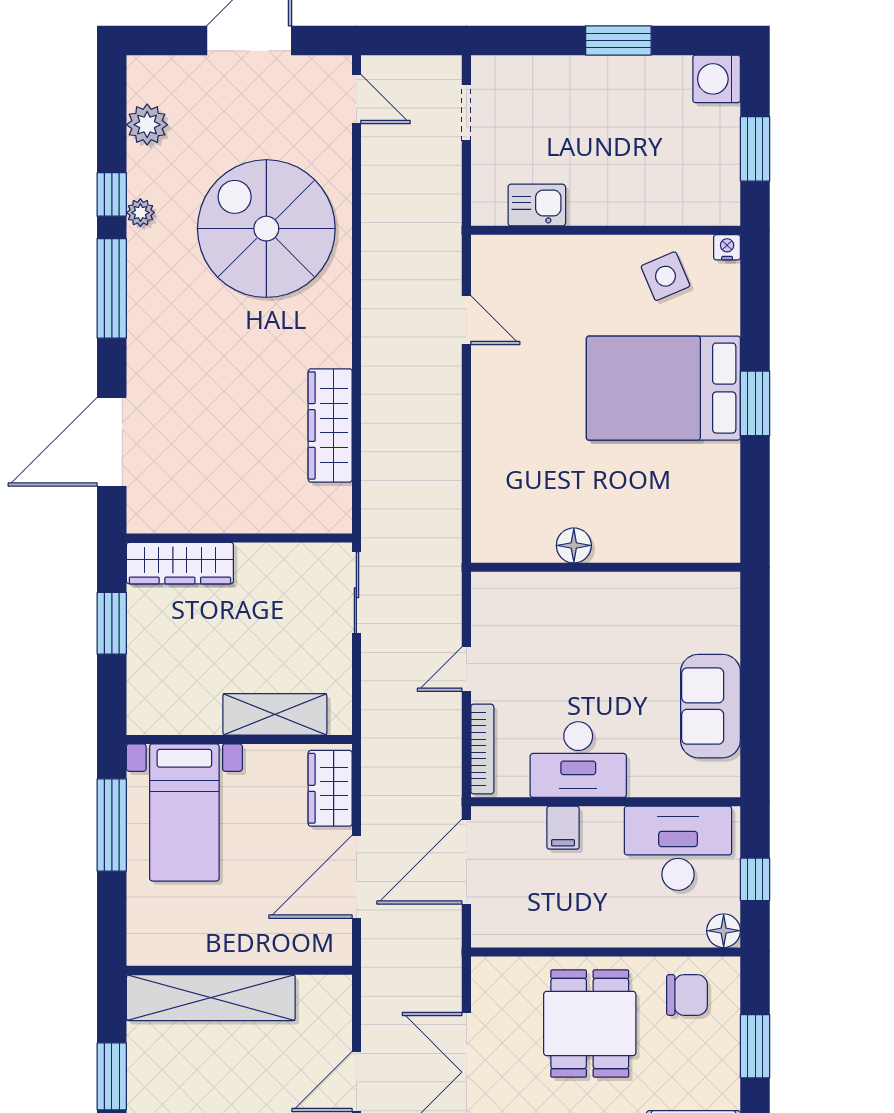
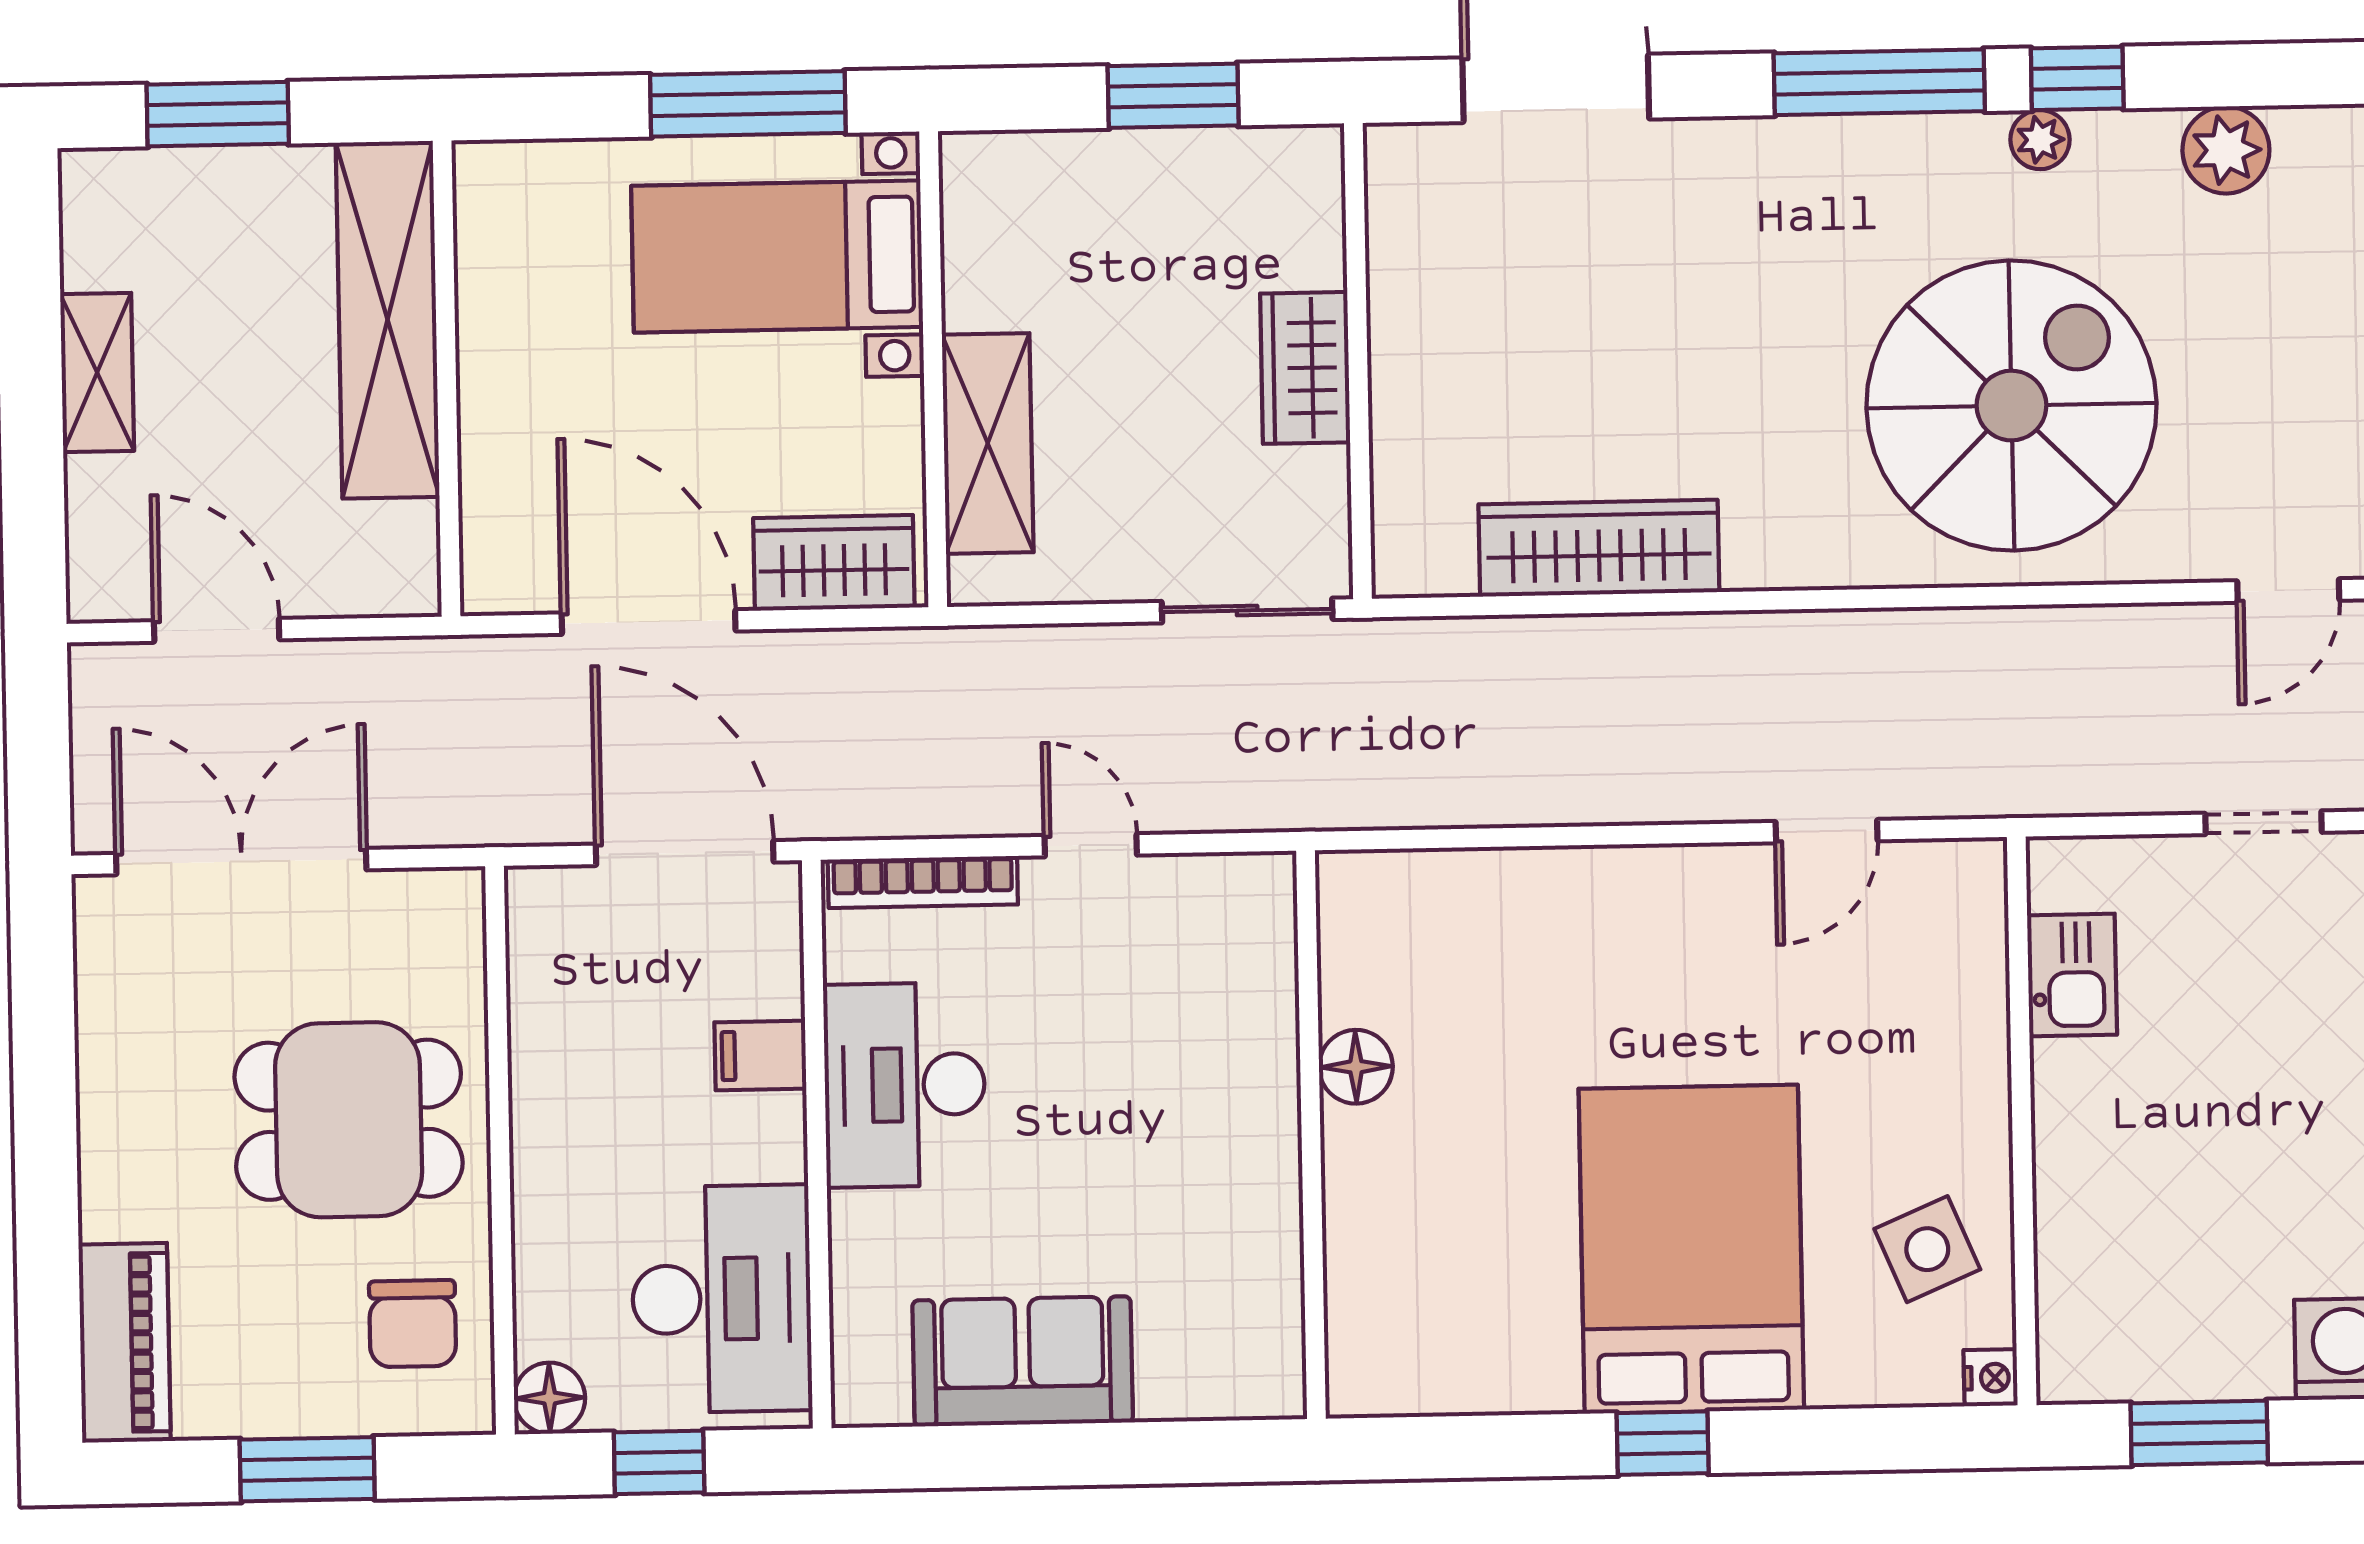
window: (755, 403) -> (1663, 1443), width x0.67
wardrobe: (180, 563) -> (1305, 368), moved, width x0.67

